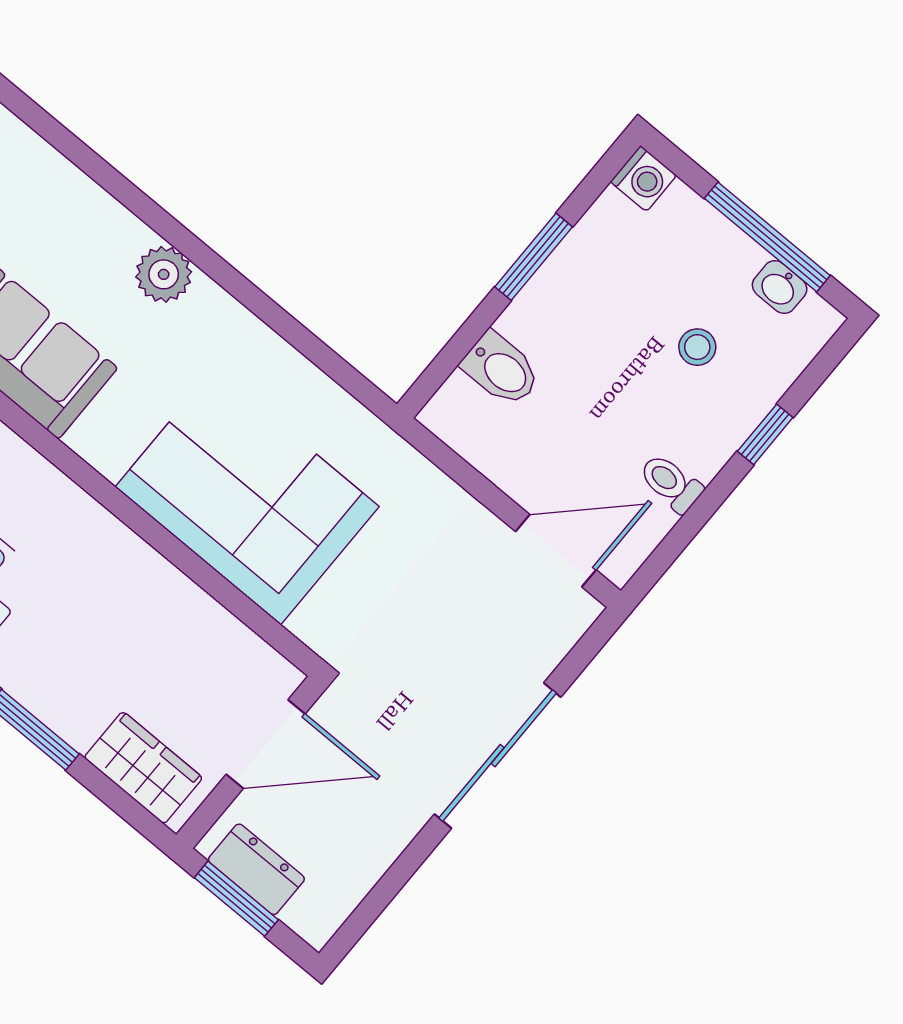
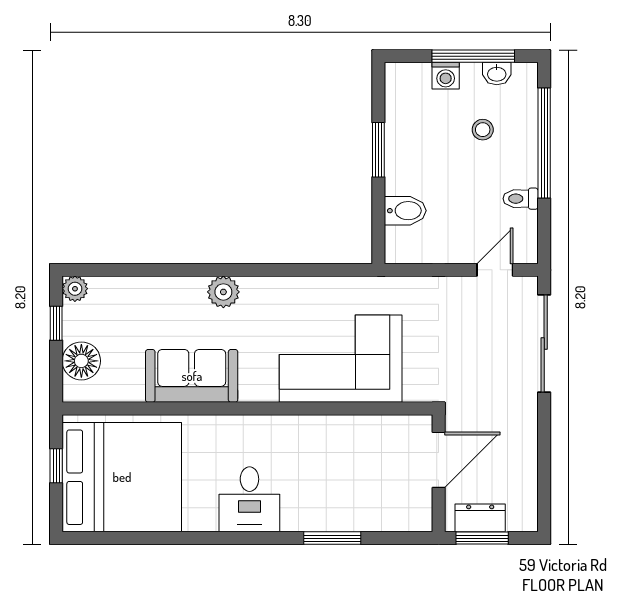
washing machine: (644, 179) -> (446, 76), moved, turned 90
window: (765, 434) -> (544, 143), width x3.17
door: (556, 551) -> (495, 270), width x0.73
sliding door: (498, 756) -> (544, 344), moved
wardrobe: (143, 768) -> (394, 515), removed

